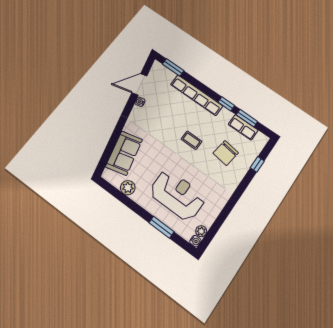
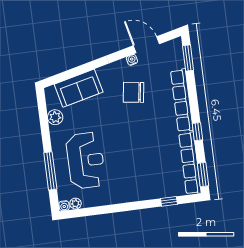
window: (247, 118) -> (203, 175), moved
row of seats: (243, 127) -> (190, 163), width x2.02
coffee table: (191, 140) -> (139, 131), removed
chair: (226, 153) -> (134, 92), moved
window: (161, 227) -> (50, 171), width x1.44

